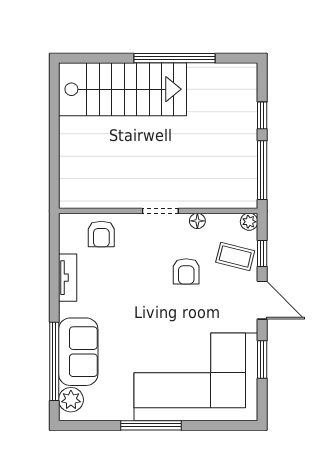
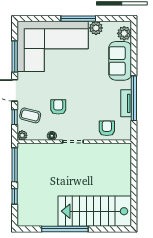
window: (262, 359) -> (15, 56), width x1.44
window: (54, 361) -> (134, 98), moved
plant: (120, 409) -> (96, 28), added

